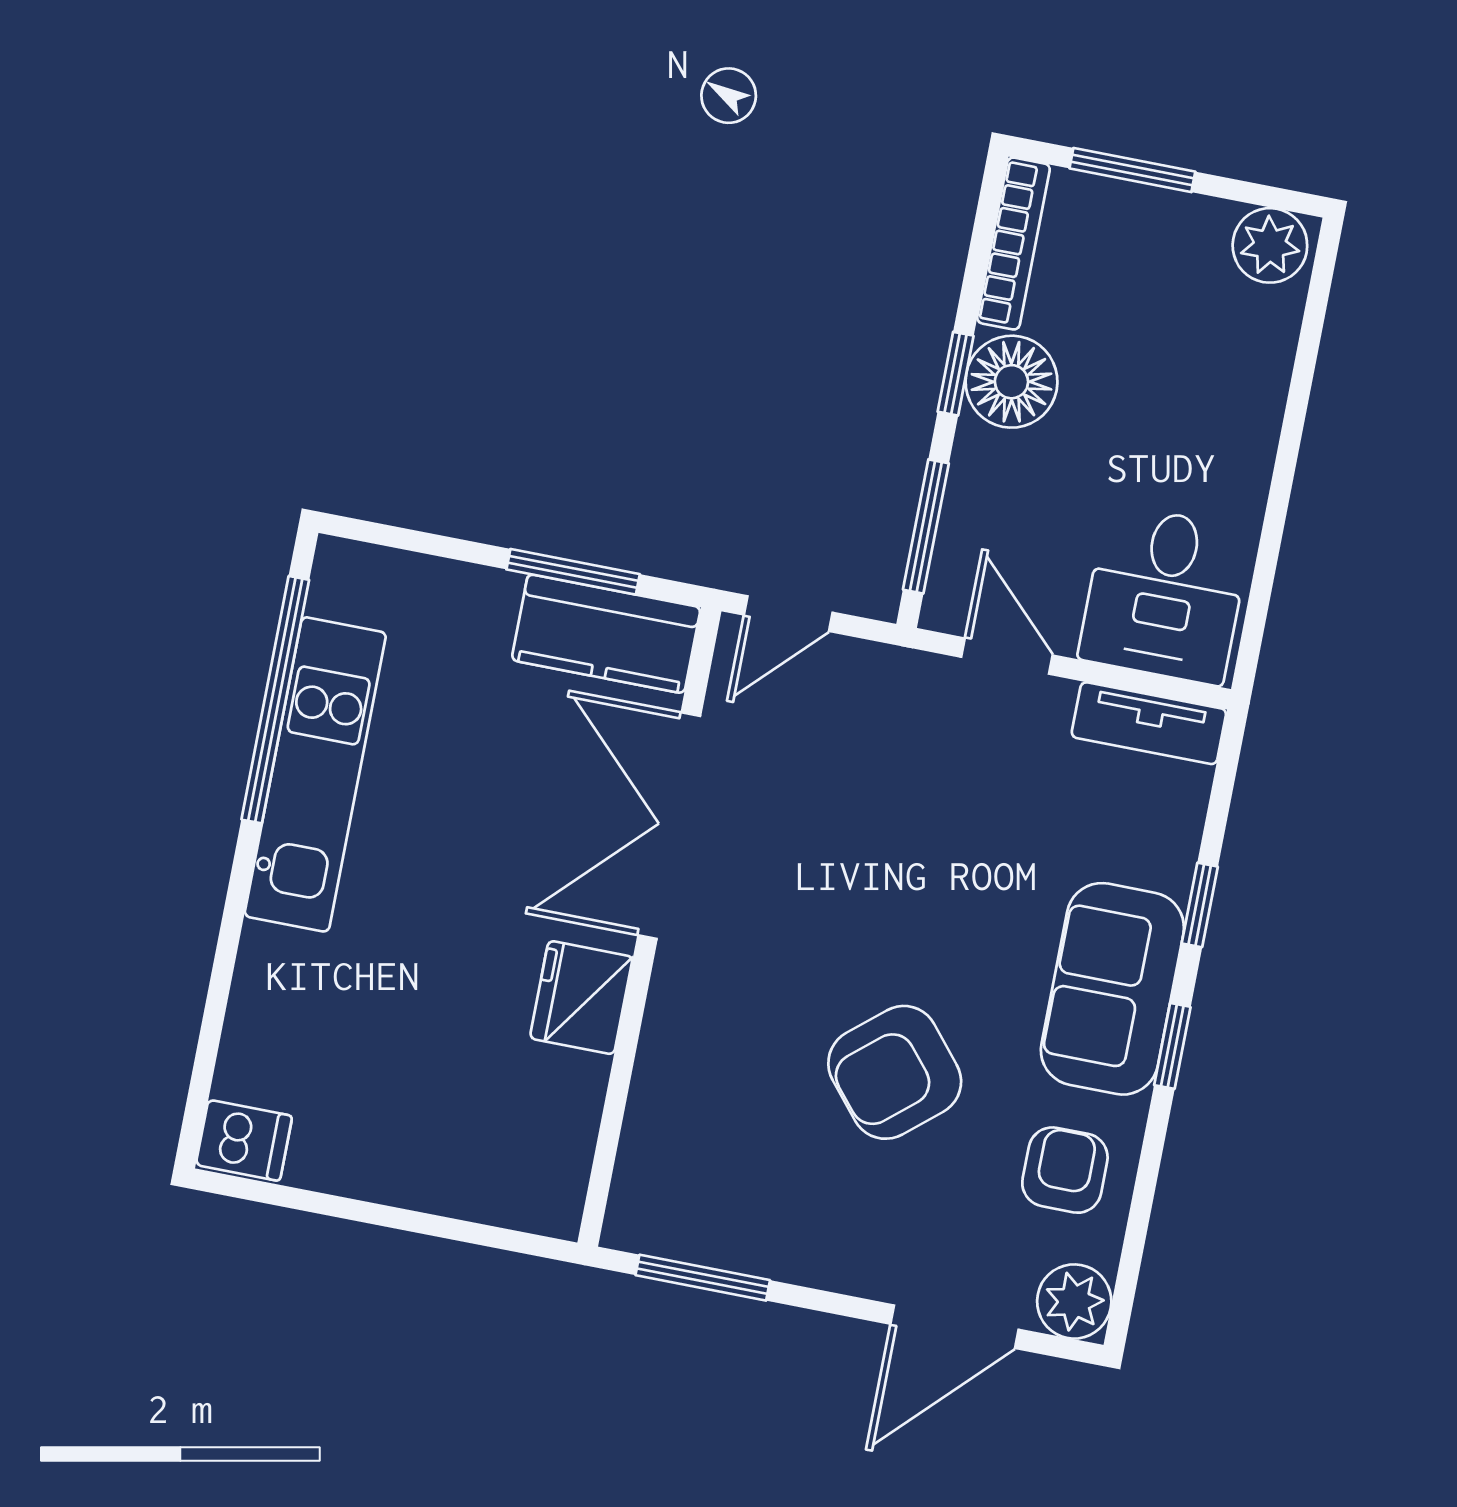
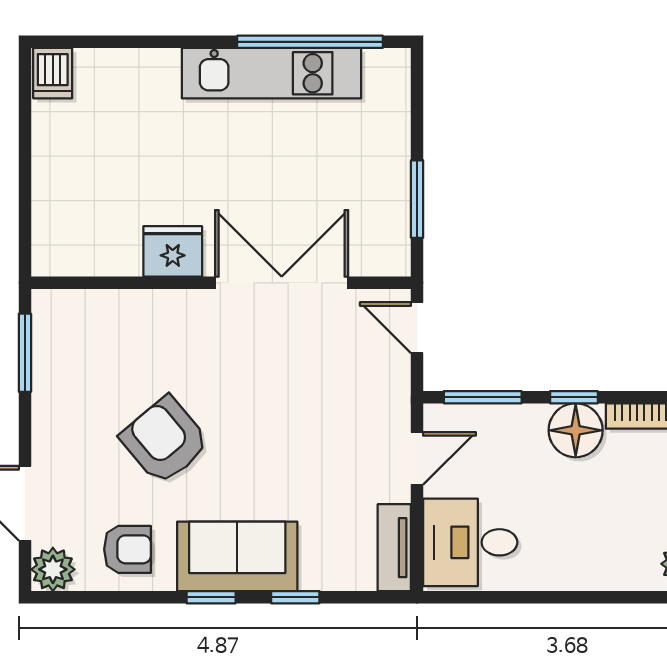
kitchen counter: (606, 634) -> (385, 225), removed

